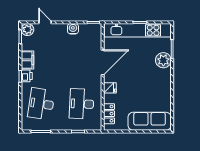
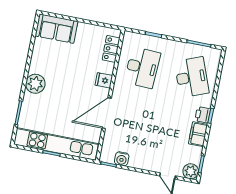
water cooler: (73, 29) -> (122, 159), moved
plant: (163, 60) -> (35, 84), moved
desk: (41, 104) -> (192, 77), turned -30
sofa: (150, 121) -> (56, 29), width x0.73

